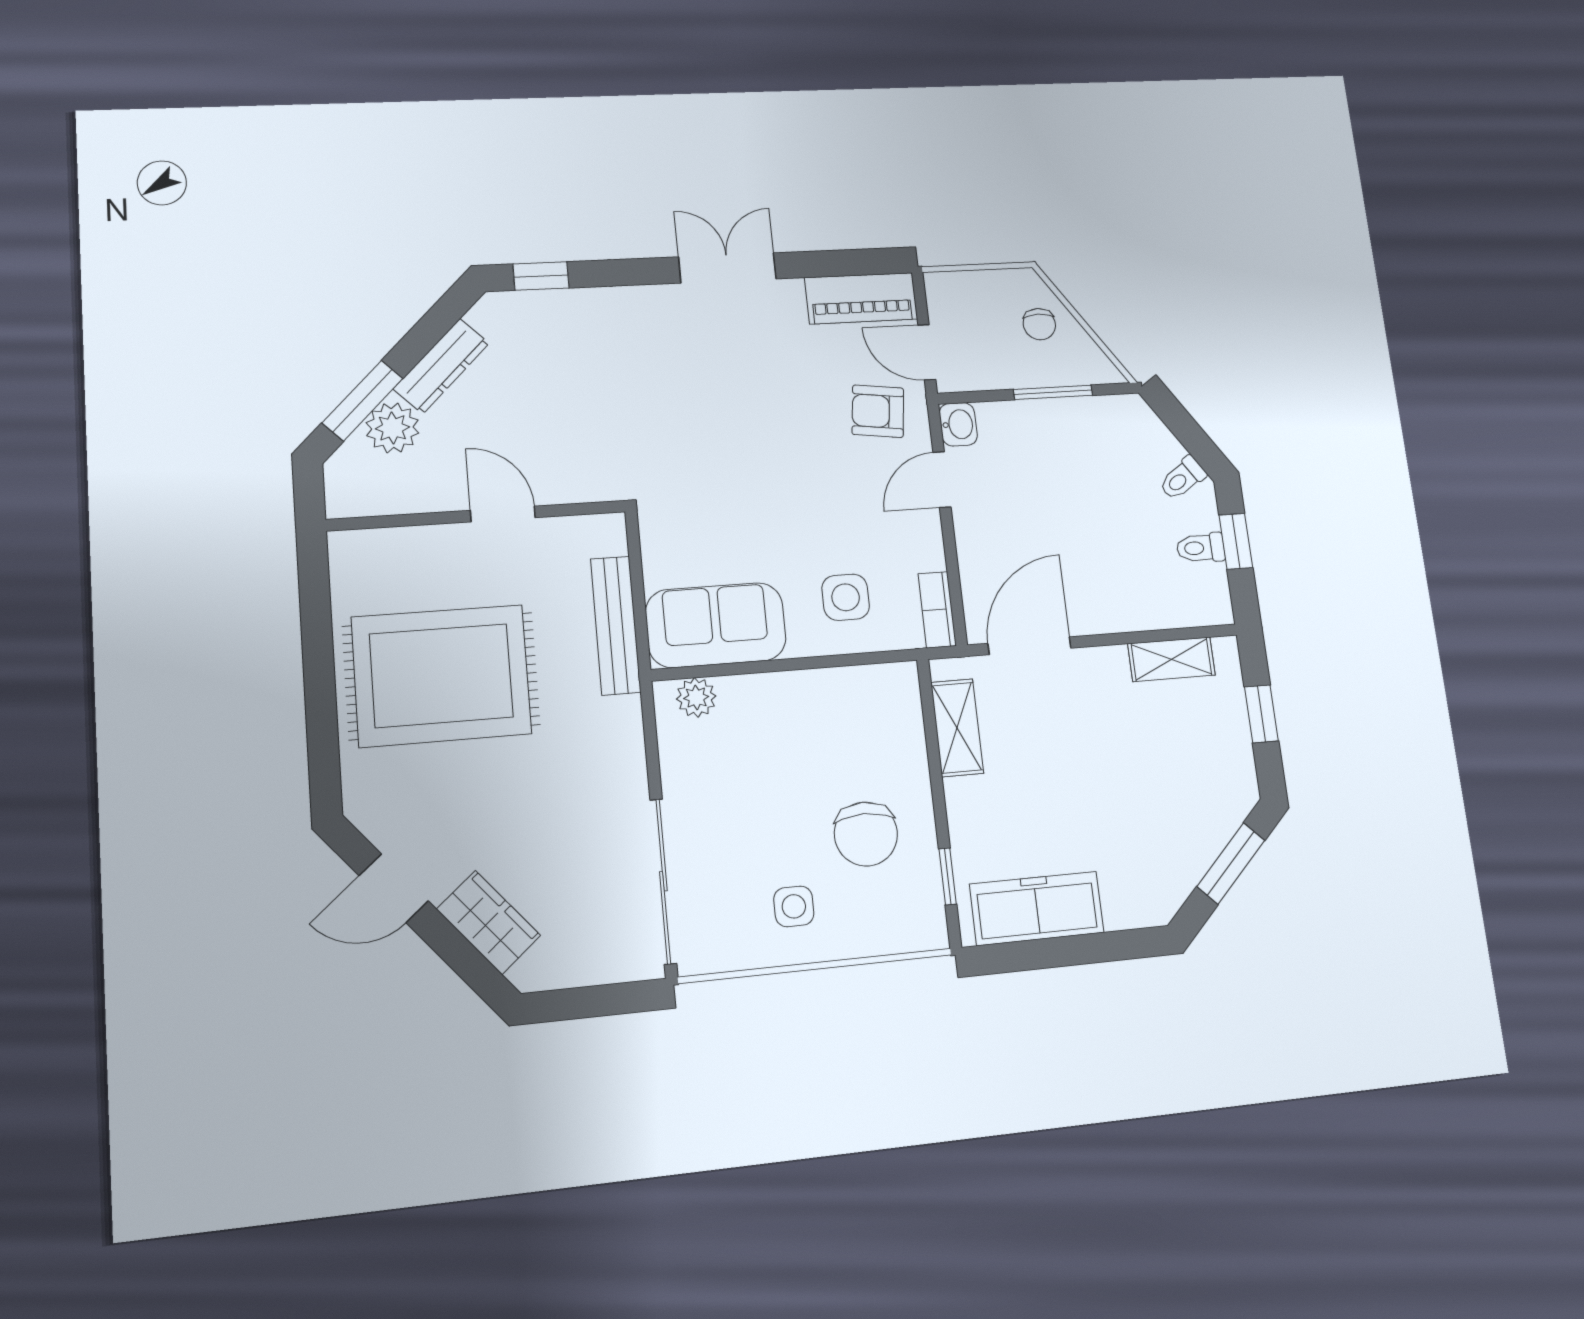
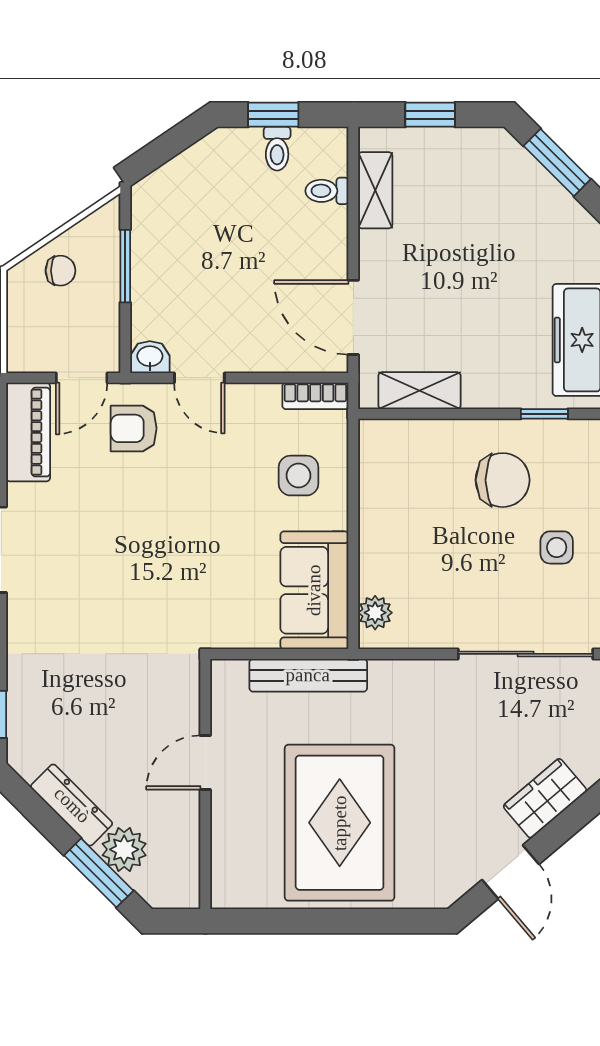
armchair: (878, 411) -> (134, 428), turned 83
toilet: (1182, 478) -> (327, 191), moved, turned 124

